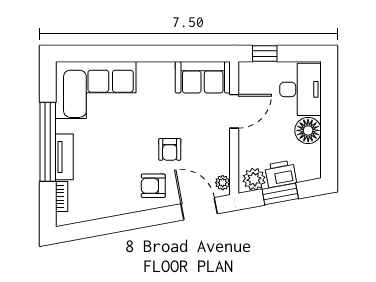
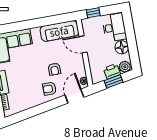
sofa: (203, 77) -> (59, 31), width x1.36
door: (234, 111) -> (83, 44), swing flipped
plant: (254, 179) -> (125, 67), moved
door: (199, 209) -> (74, 96), hinge flipped

